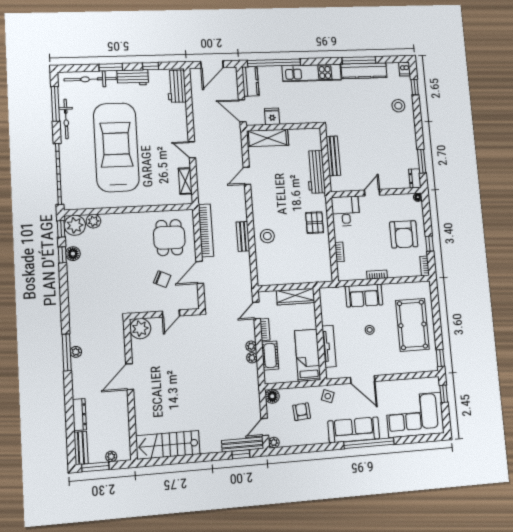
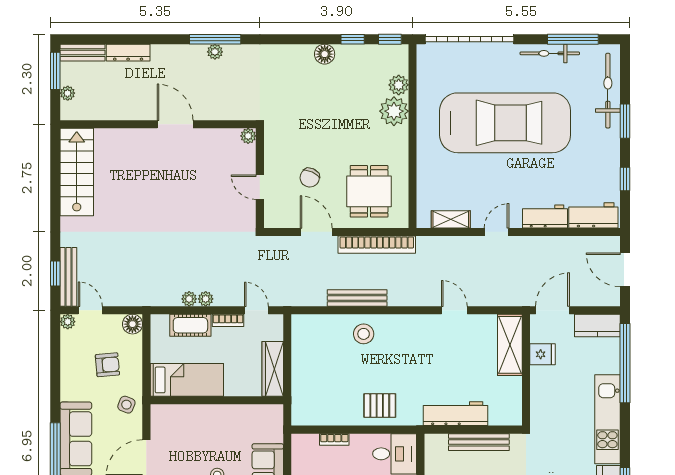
workbench: (133, 78) -> (545, 216), moved, turned 90
plant: (75, 225) -> (394, 111), moved
bench: (243, 236) -> (357, 298), width x1.36
dining table: (169, 238) -> (369, 191), turned 90
floor lamp: (73, 254) -> (325, 54), moved
plant: (140, 329) -> (248, 136), width x0.53, depth x0.53
tv unit: (329, 346) -> (198, 412), removed

